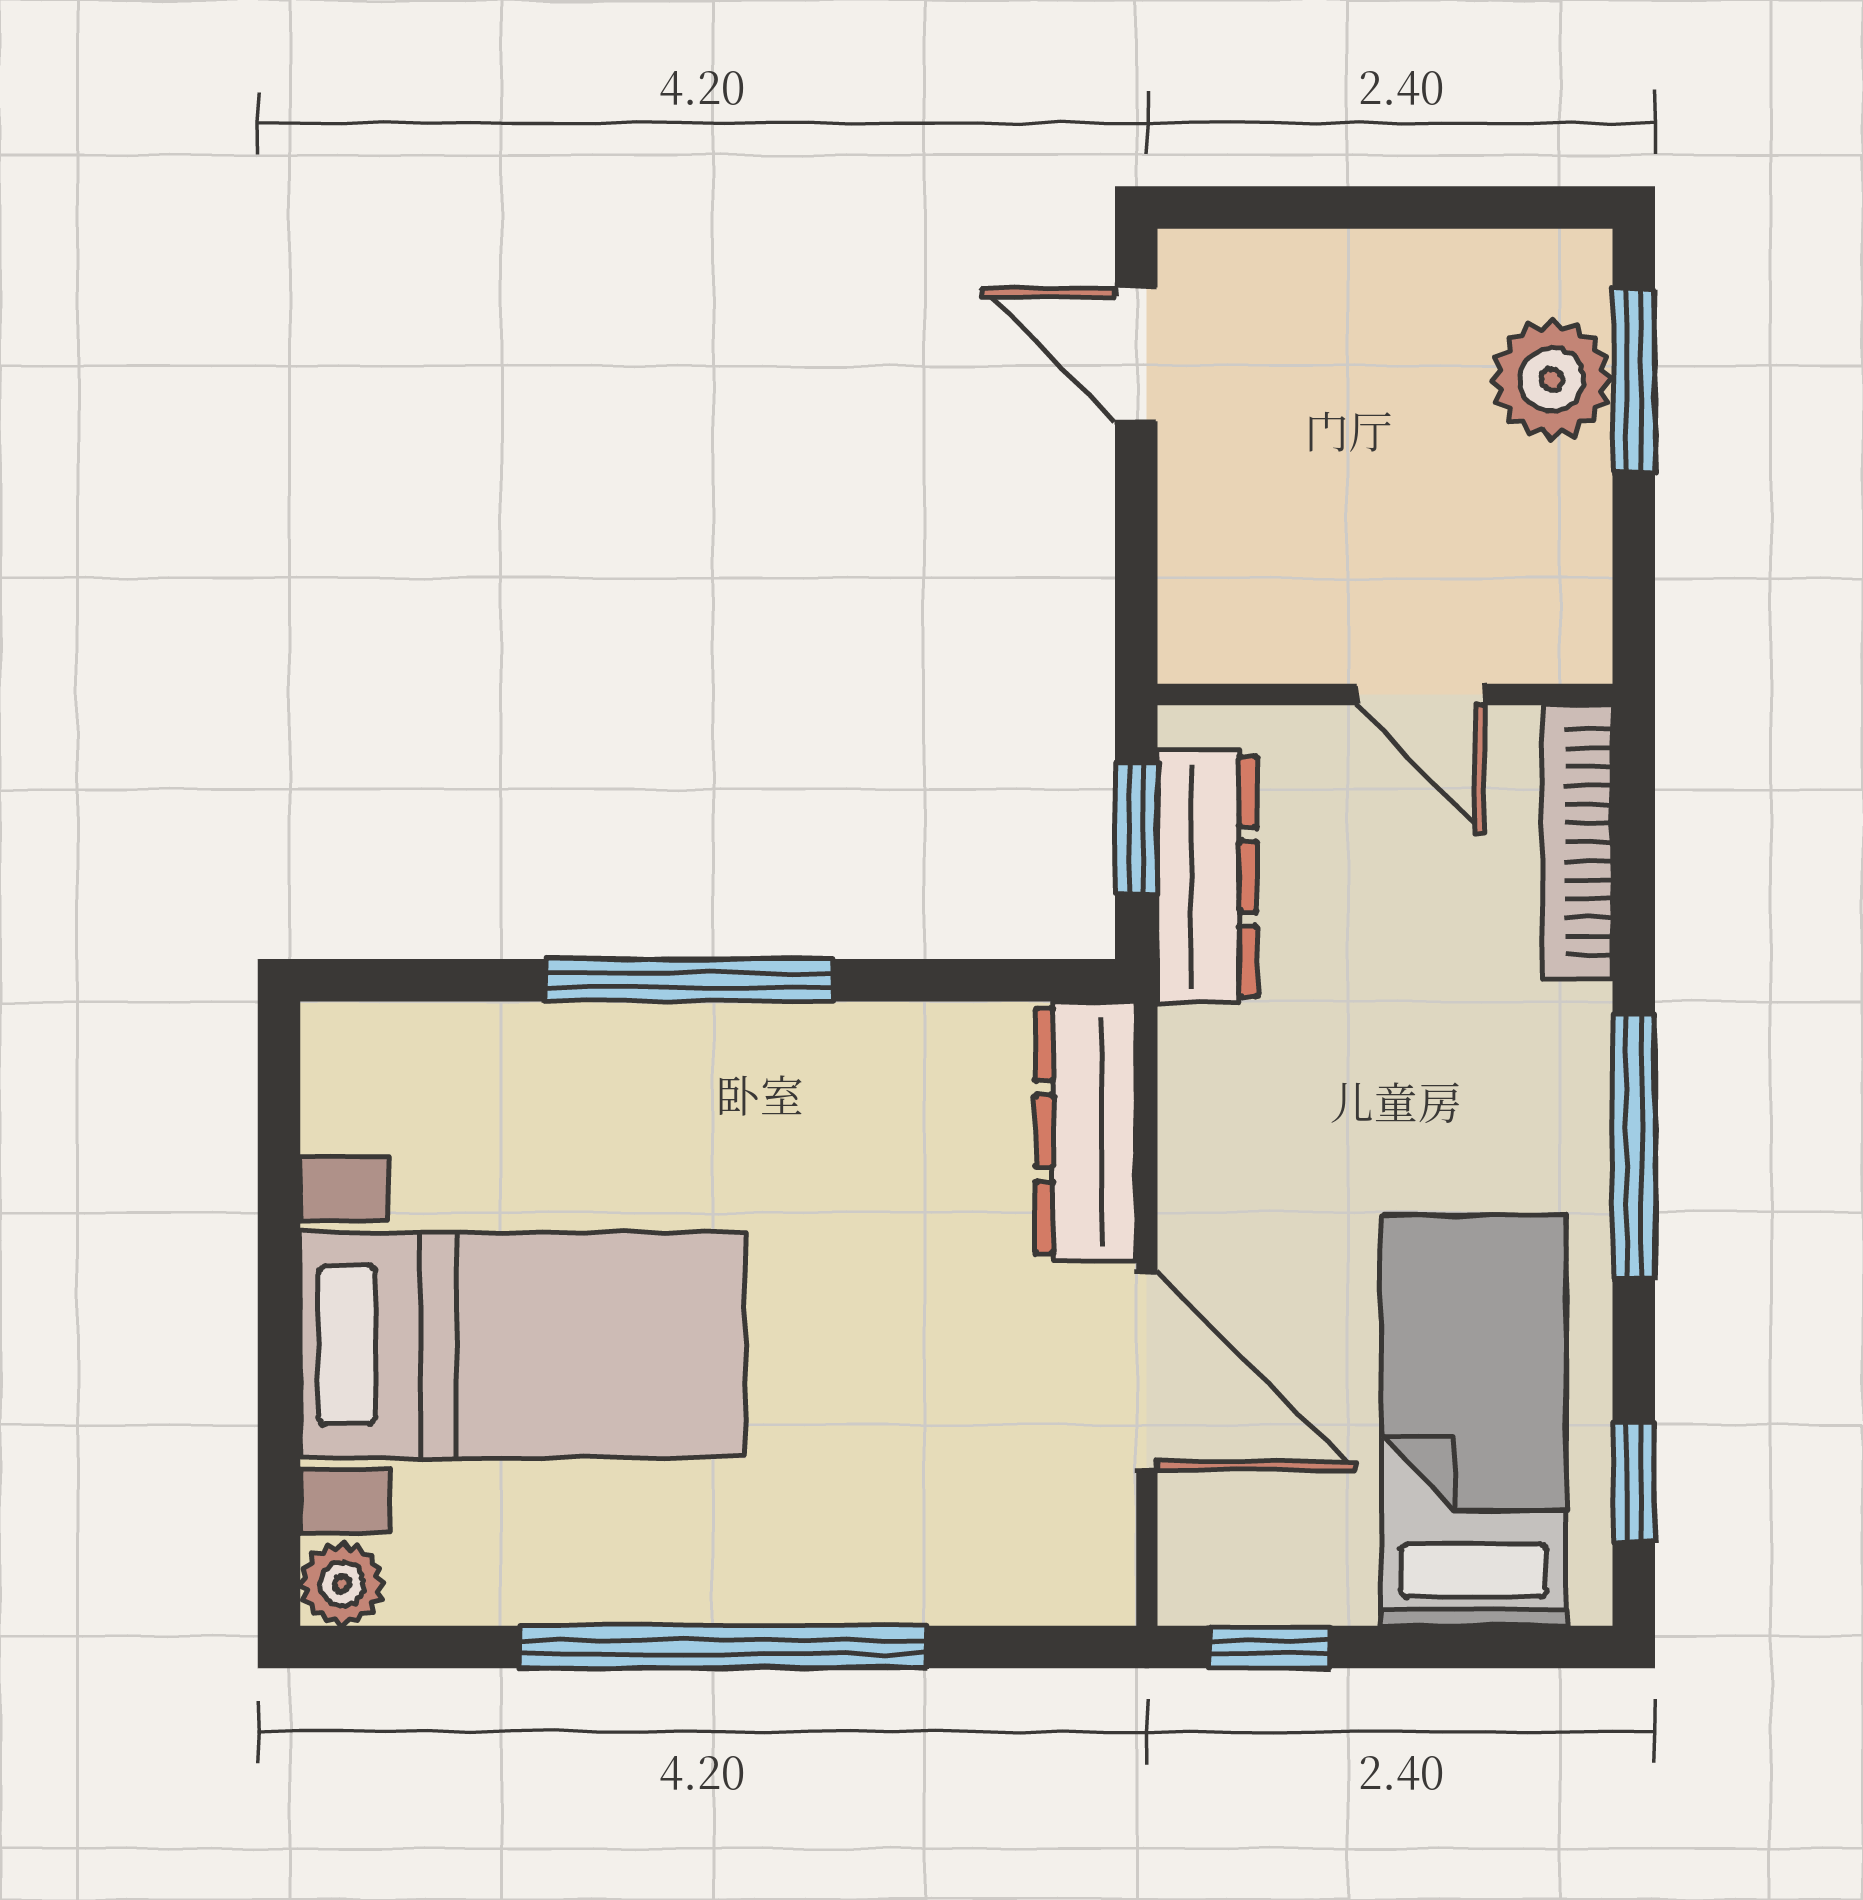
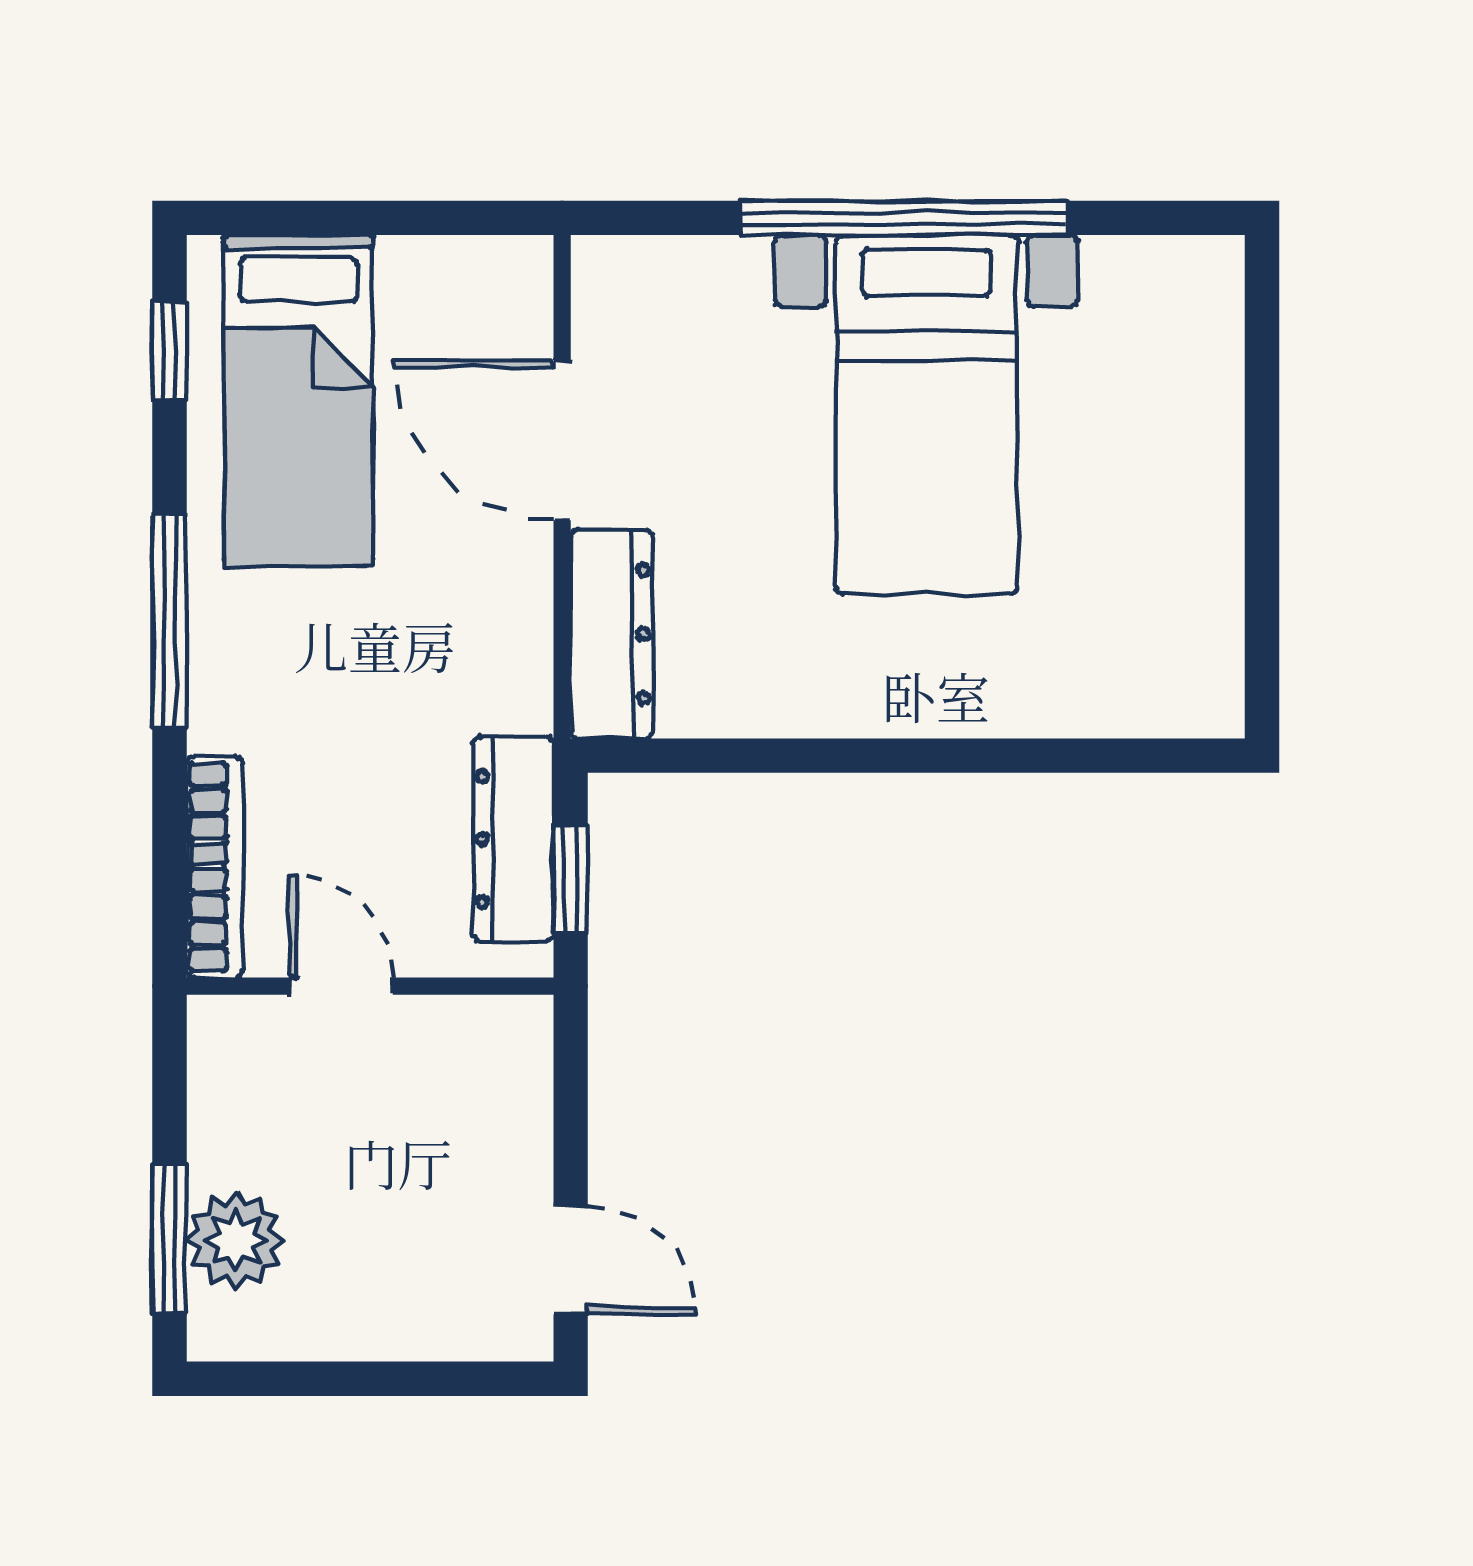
window: (689, 980) -> (931, 756), removed
bed with nightstands: (523, 1345) -> (926, 415), moved, turned -90
plant: (342, 1584) -> (1211, 269), removed
window: (1270, 1647) -> (463, 218), removed

